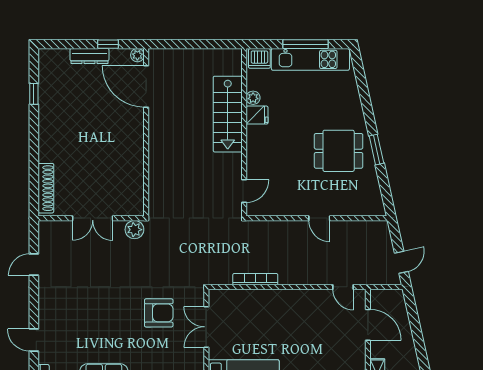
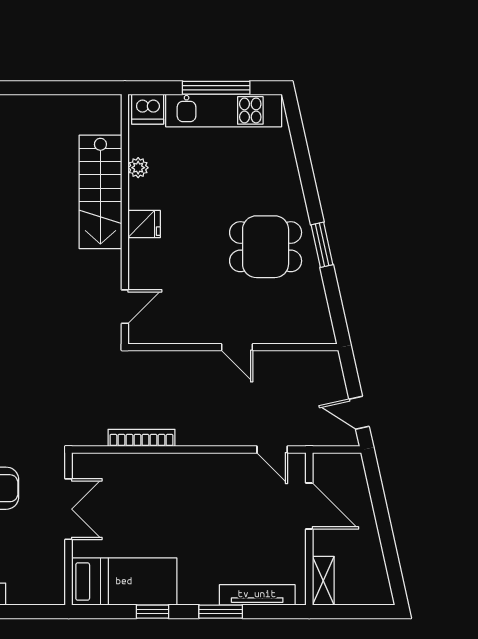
fridge: (257, 115) -> (144, 224), moved
door: (401, 262) -> (359, 413), swing flipped
double door: (206, 327) -> (69, 509), swing flipped

